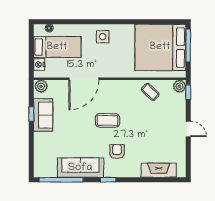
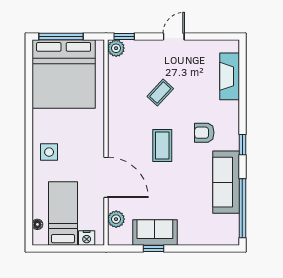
plant: (41, 86) -> (116, 219), moved
coffee table: (150, 92) -> (160, 92), moved

